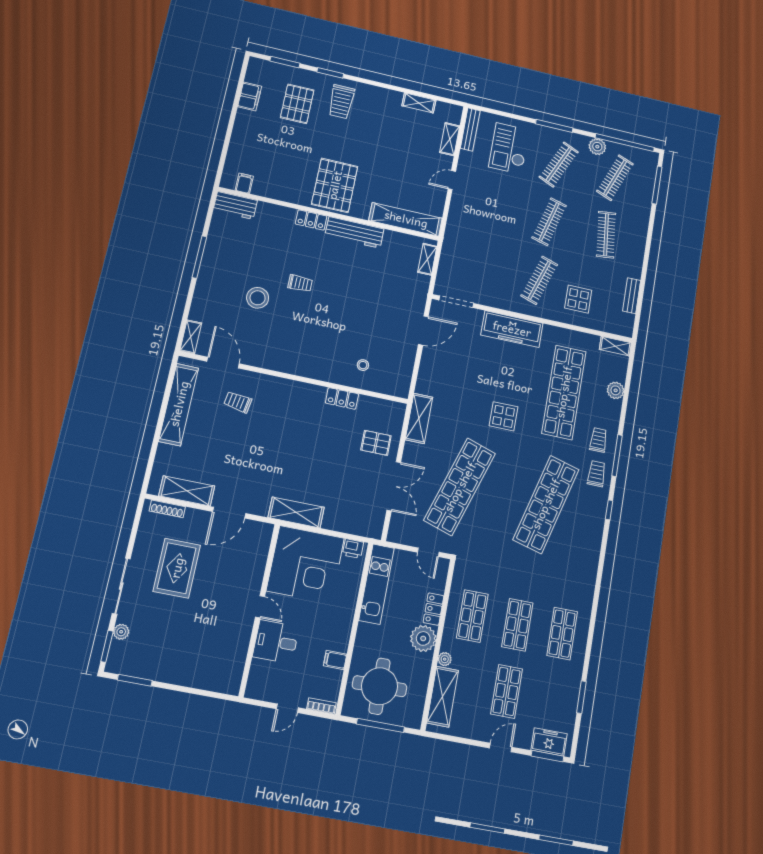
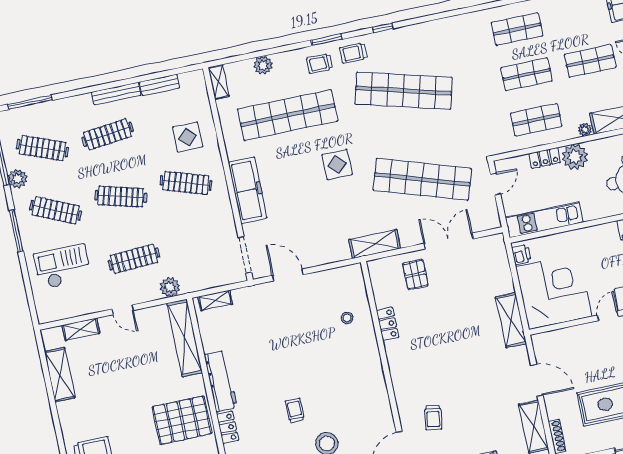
shelving: (419, 103) -> (60, 375), width x1.50, depth x1.33
bench: (470, 129) -> (116, 94), moved
checkout: (509, 149) -> (63, 267), turned 180
clothes rail: (492, 209) -> (134, 259), added
plant: (455, 227) -> (170, 287), added
window: (617, 455) -> (327, 40), width x0.69

